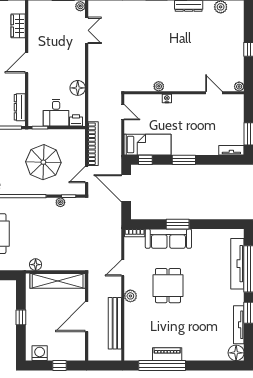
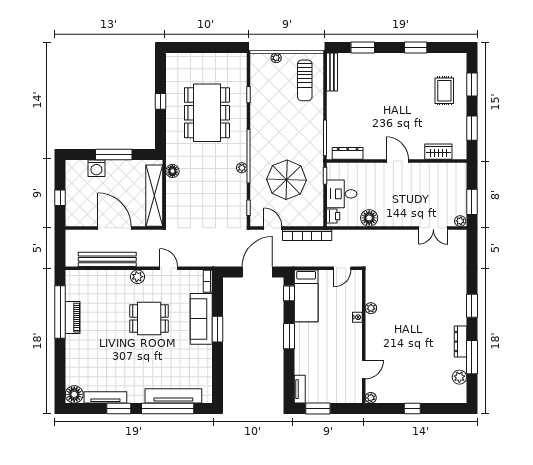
plant: (60, 202) -> (242, 168), moved
window: (21, 317) -> (114, 155), width x2.17
washing machine: (40, 353) -> (96, 168), moved, turned 90

